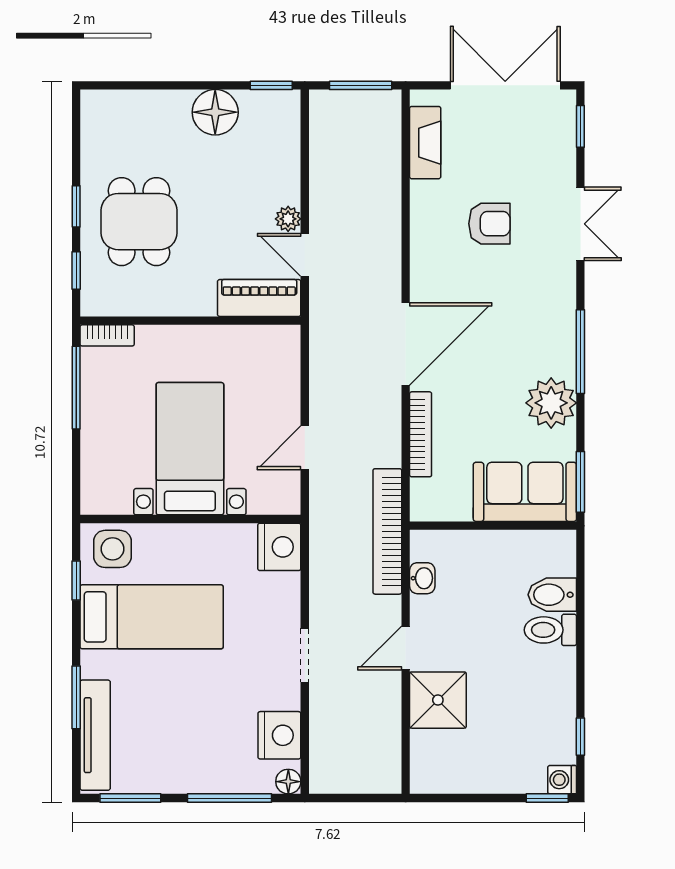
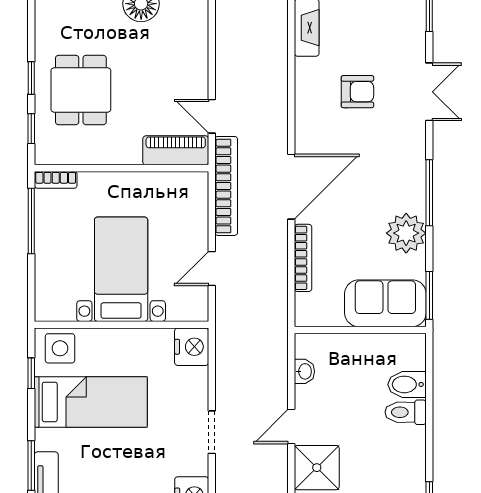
plant: (288, 219) -> (199, 88), removed
bookcase: (387, 531) -> (226, 186), moved, turned 180

